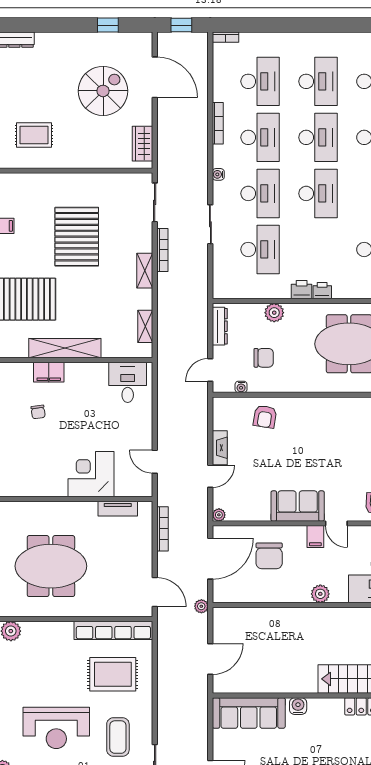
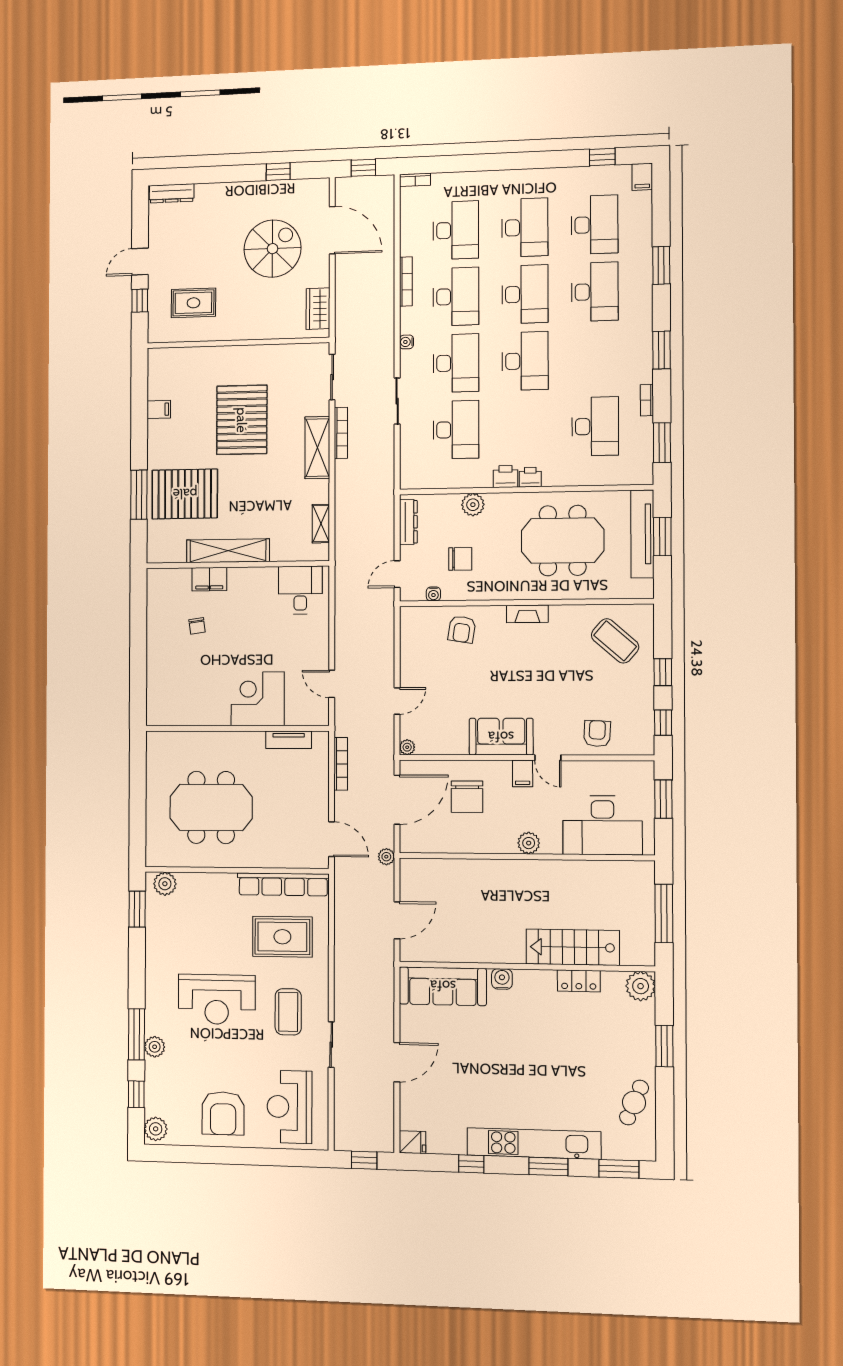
shelving: (145, 271) -> (317, 448), width x1.50, depth x1.33
fireplace: (220, 448) -> (527, 614), moved, turned 90

